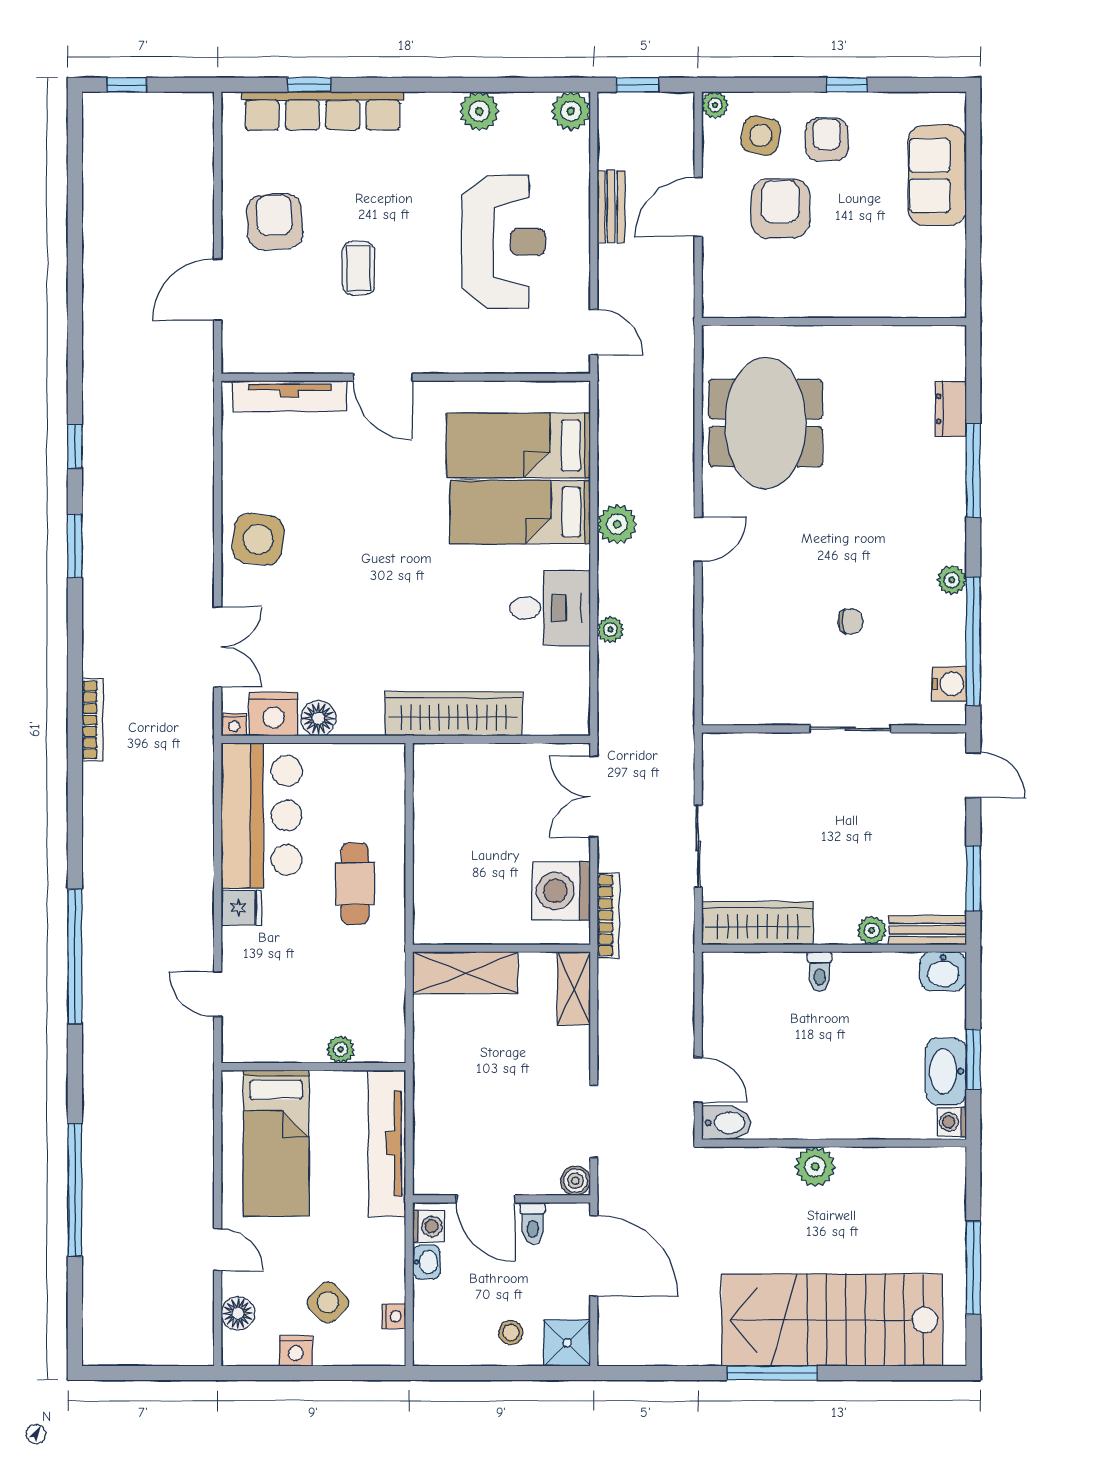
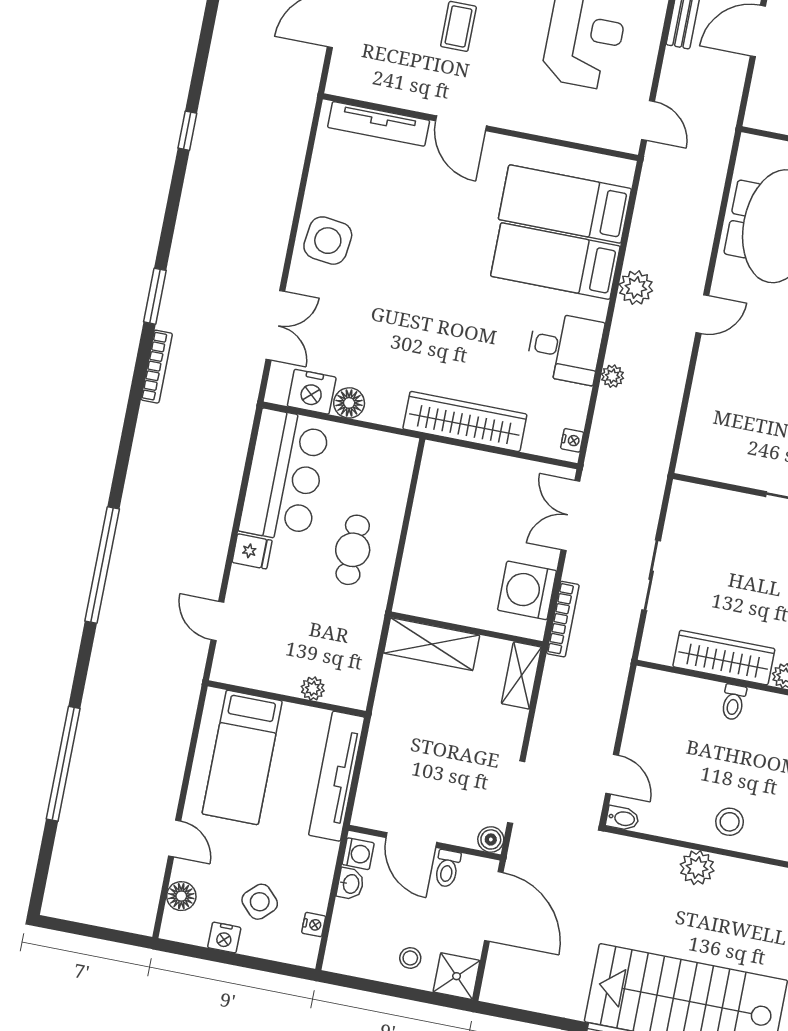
window: (75, 546) -> (155, 296), moved
nightstand: (234, 724) -> (572, 440), moved, turned -90
wardrobe: (757, 923) -> (724, 658), moved
stool: (842, 1108) -> (730, 822), added
bidet: (726, 1123) -> (622, 818), width x0.72, depth x0.74

